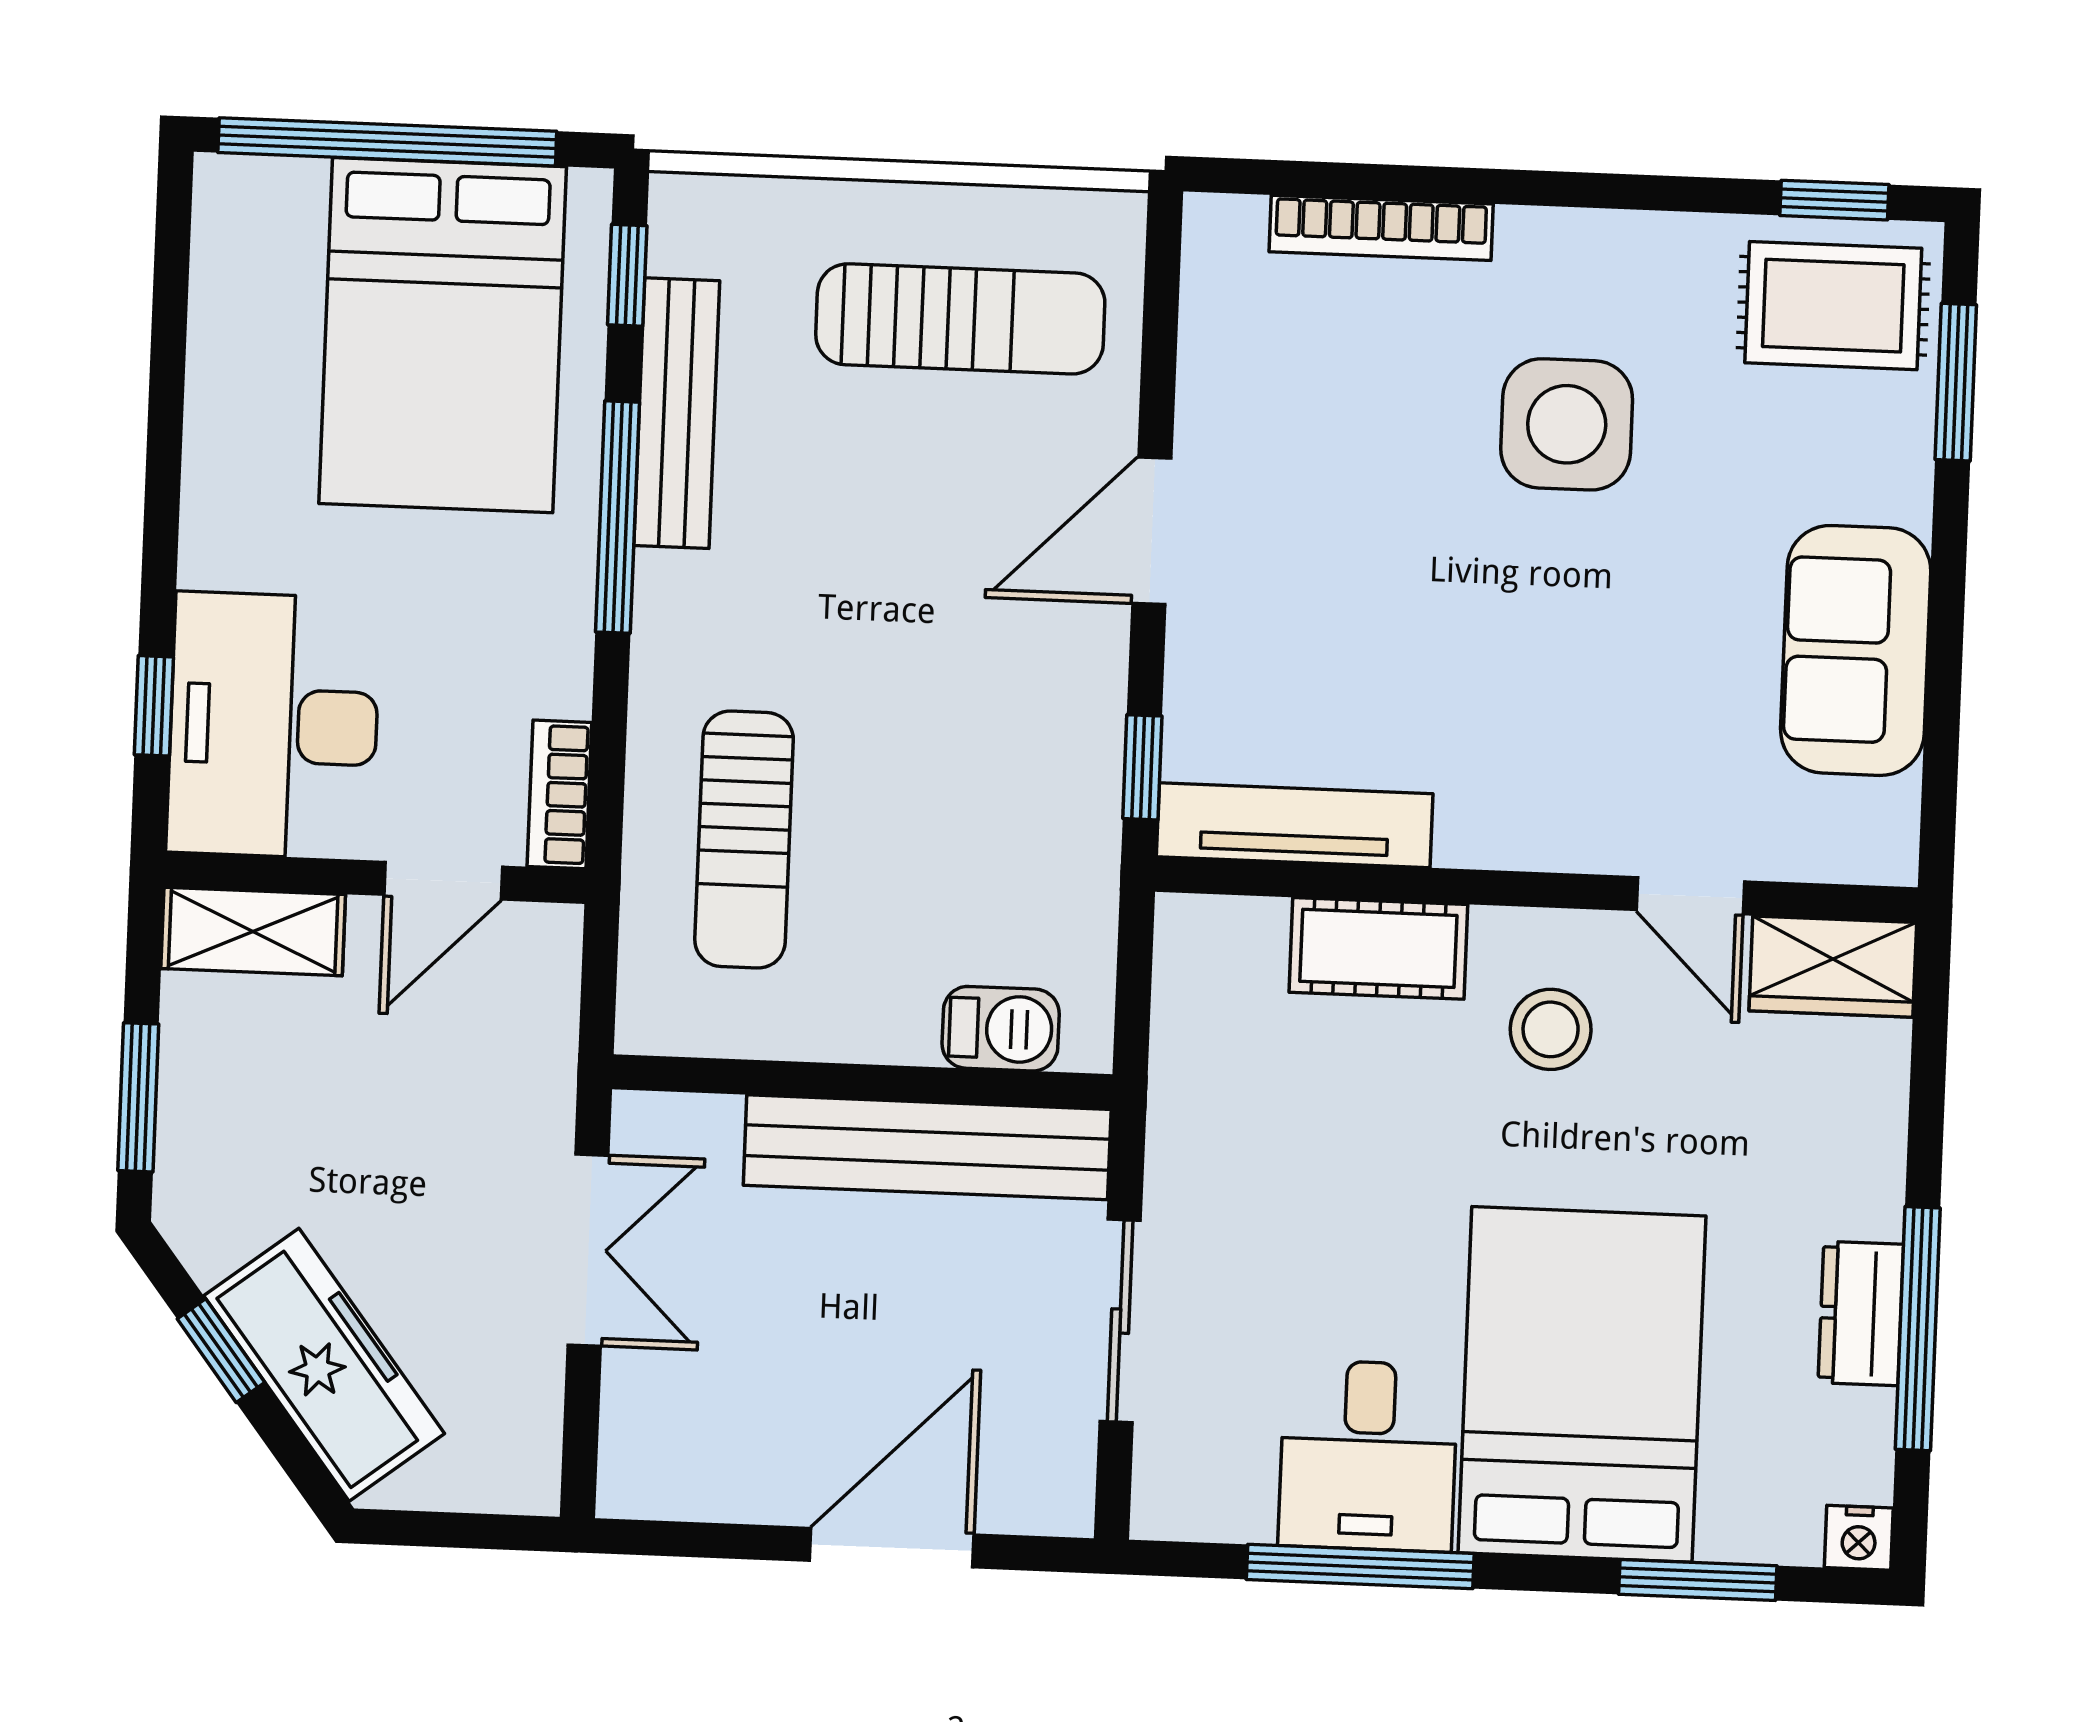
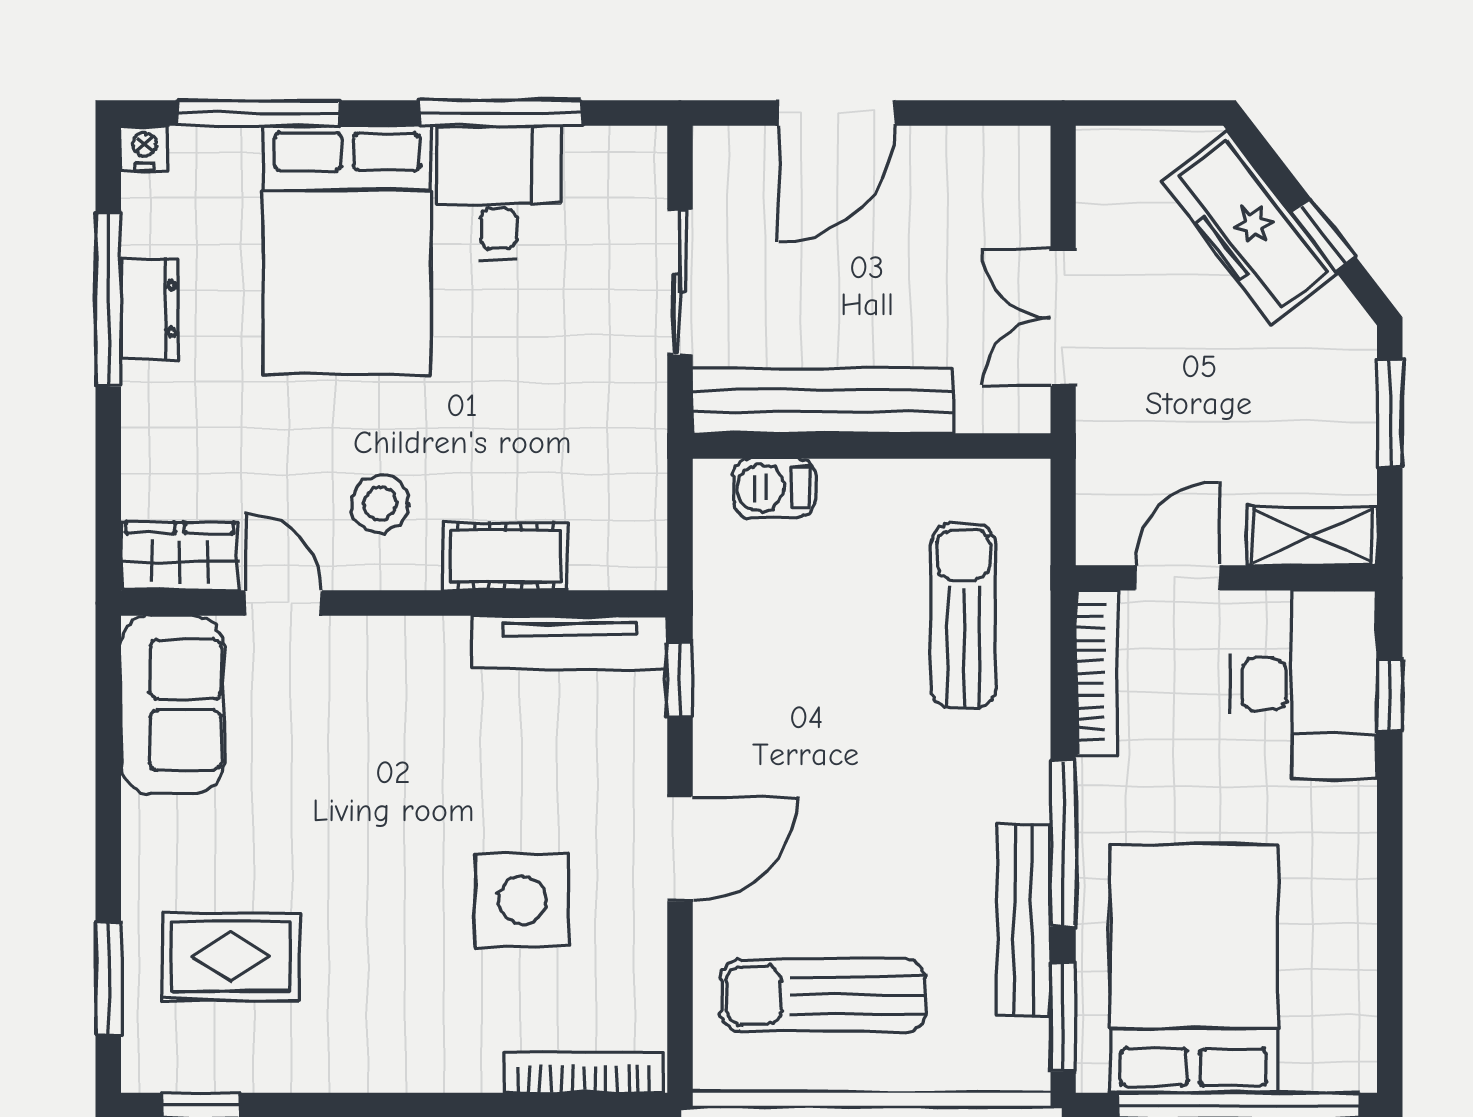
bookcase: (1381, 228) -> (584, 1073), moved
window: (627, 275) -> (1063, 1017), width x1.50
rug: (1833, 306) -> (231, 957), moved
side table: (1567, 424) -> (522, 900), moved
sofa: (1856, 650) -> (172, 705), moved
bookcase: (559, 794) -> (1097, 673), width x1.56
window: (1698, 1580) -> (259, 113), width x1.44

